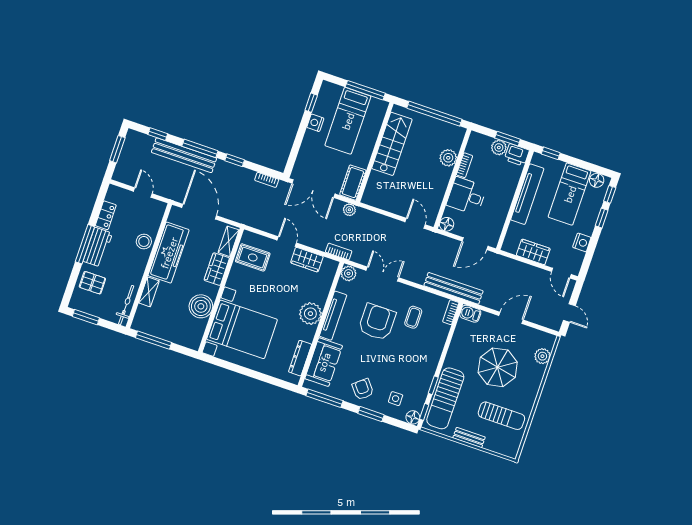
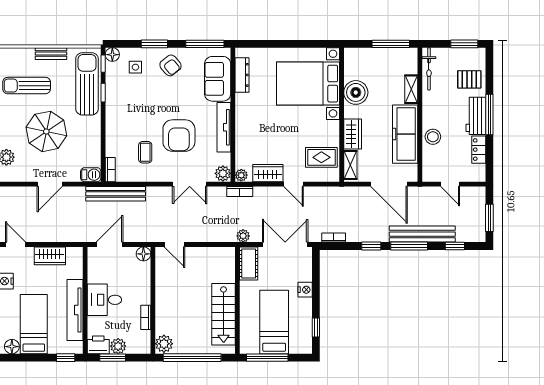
nightstand: (315, 123) -> (305, 290), moved
plant: (448, 158) -> (164, 344), moved
desk: (466, 196) -> (104, 300), moved, turned 180
plant: (310, 314) -> (241, 175), moved, width x0.53, depth x0.53

